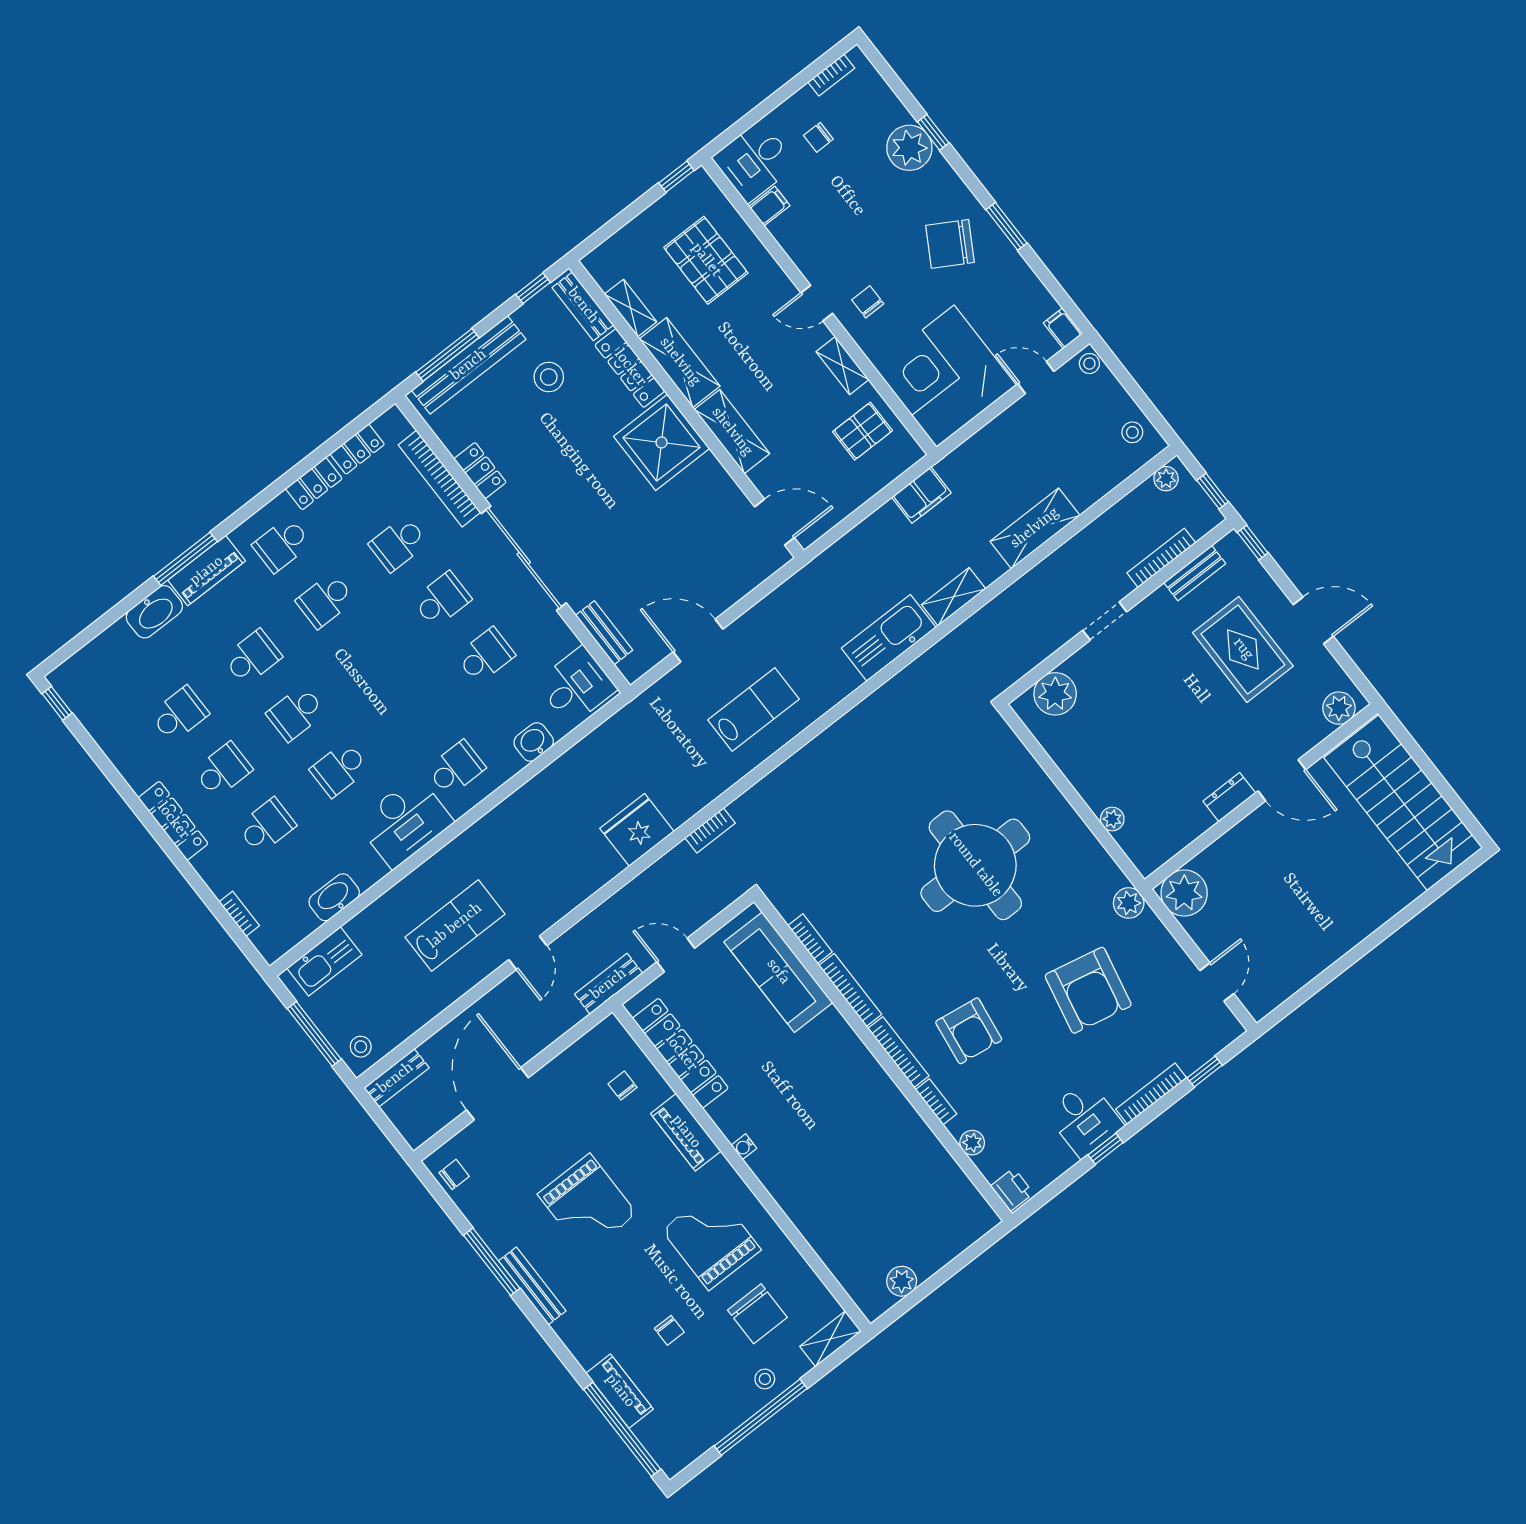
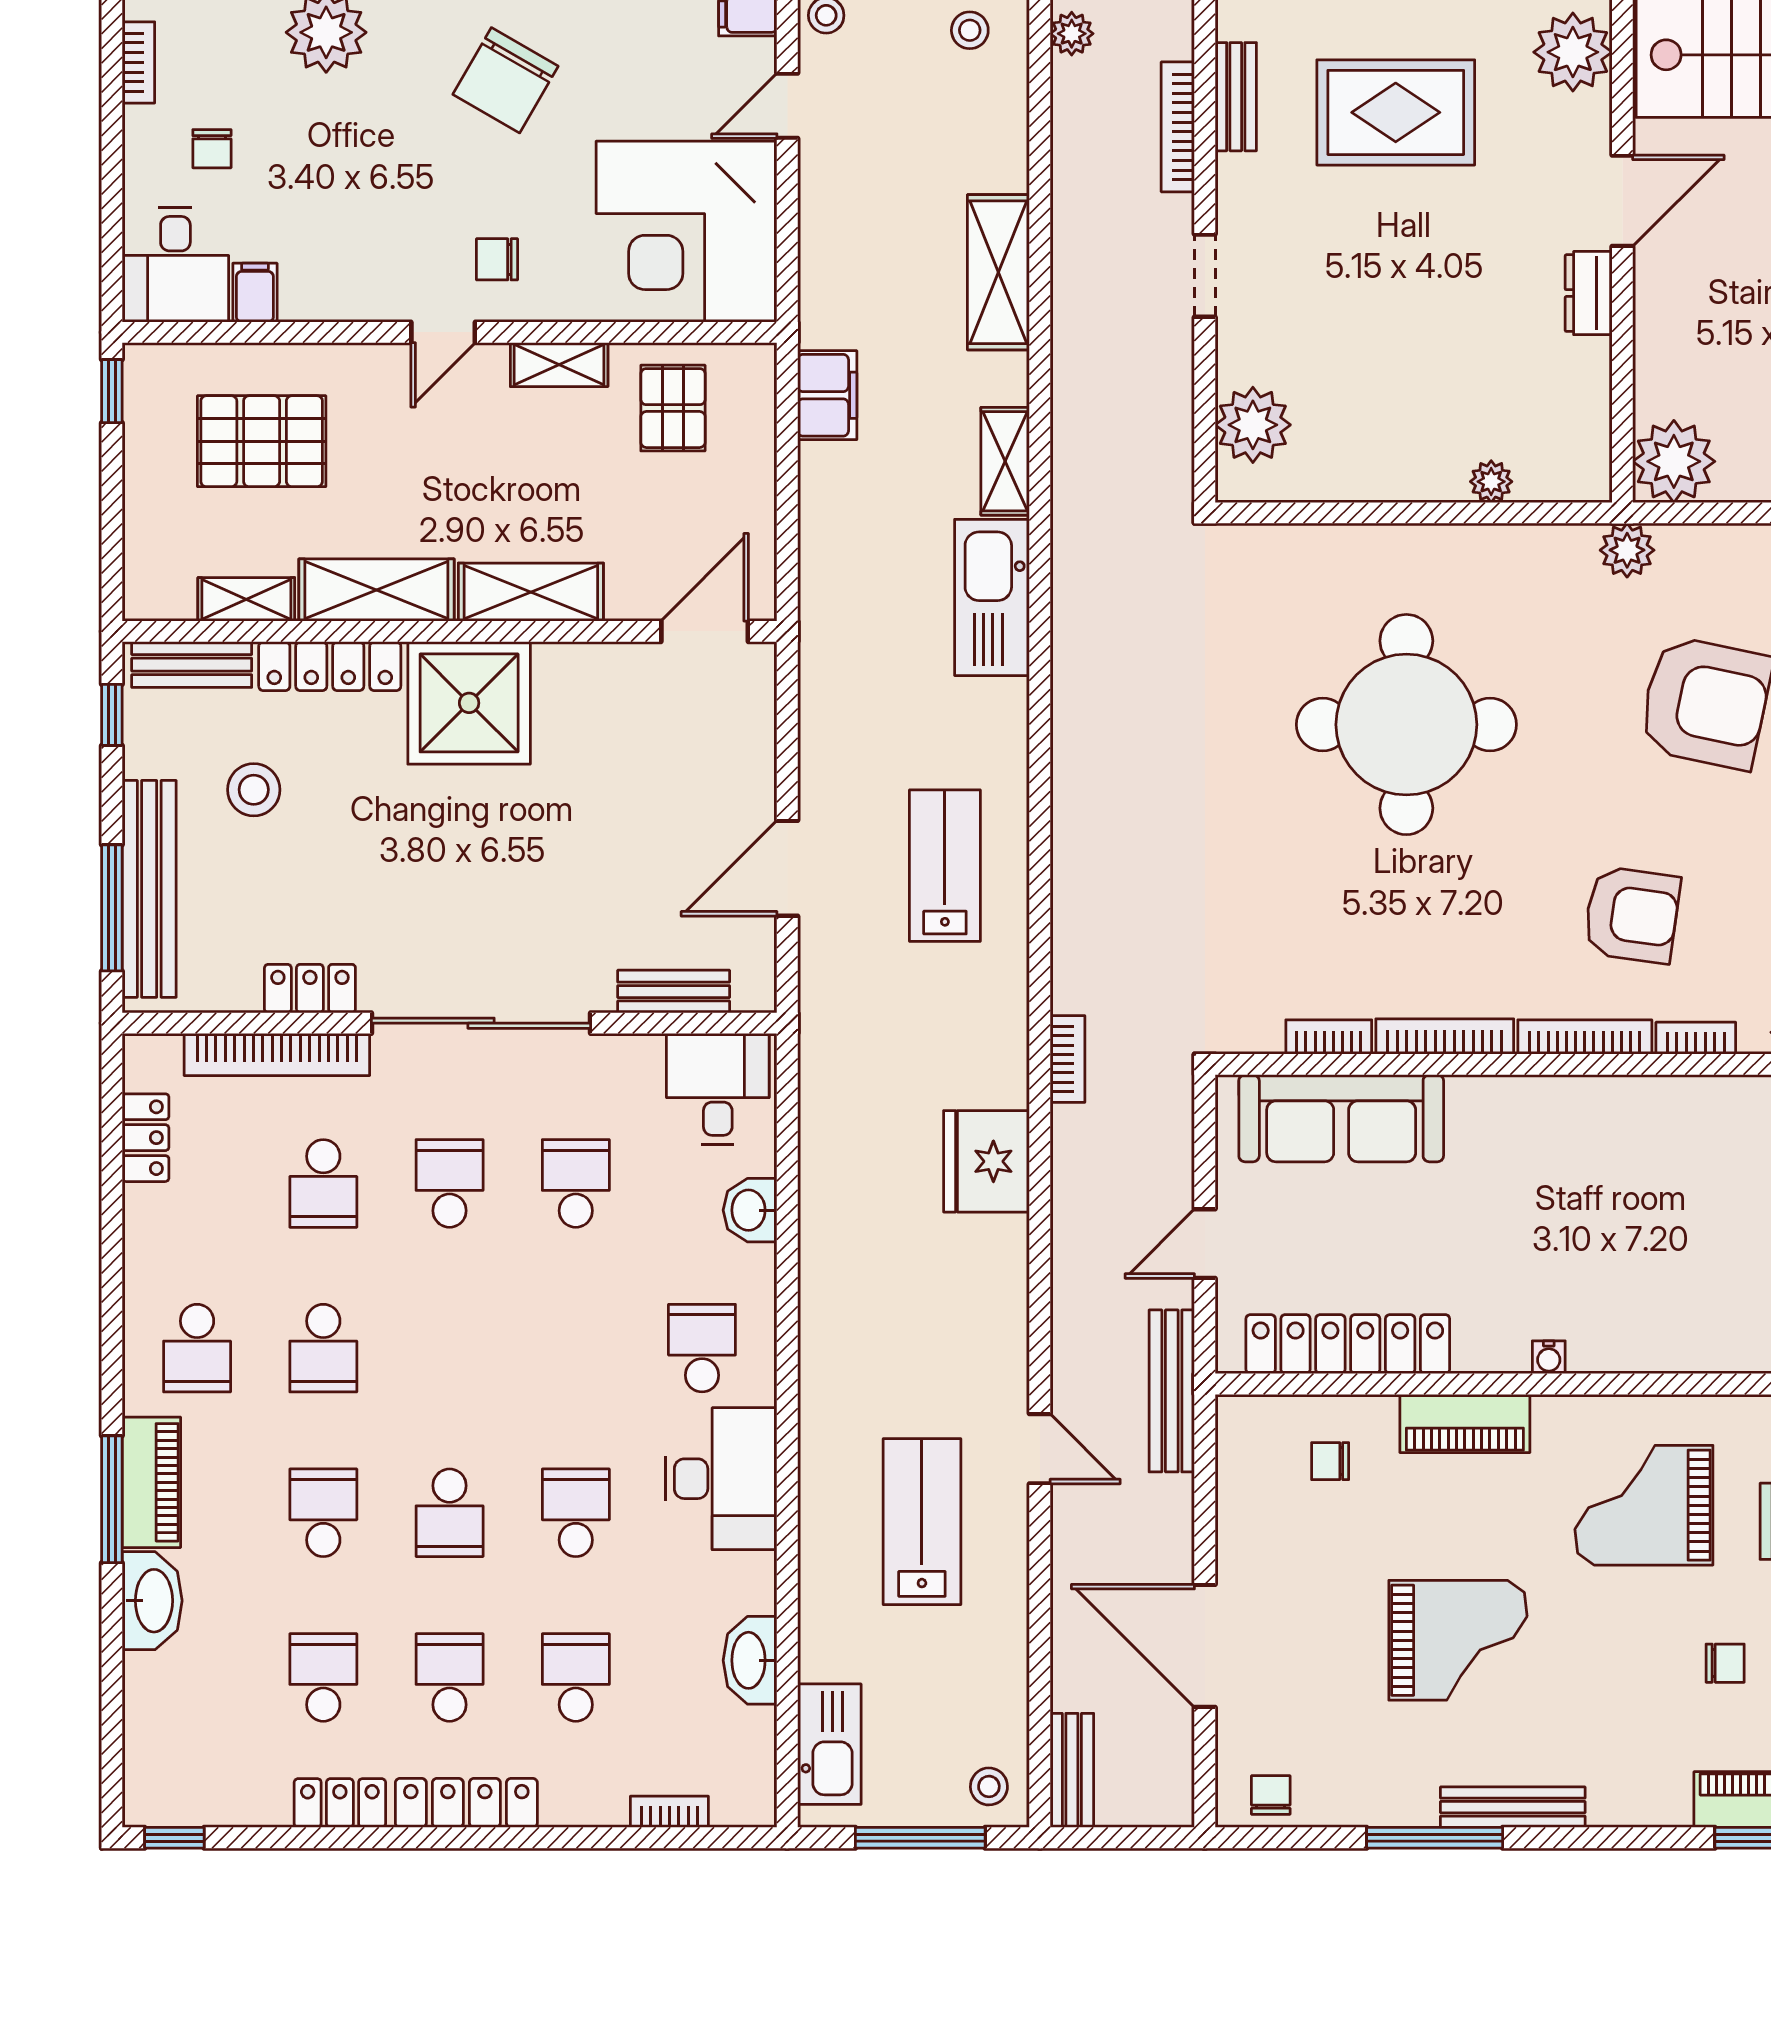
locker: (314, 484) -> (340, 1803), moved, turned -90
plant: (1339, 708) -> (1573, 52), width x1.36, depth x1.36
school desk: (339, 769) -> (576, 1513), turned 180
bench: (609, 984) -> (1172, 1391), width x1.36

